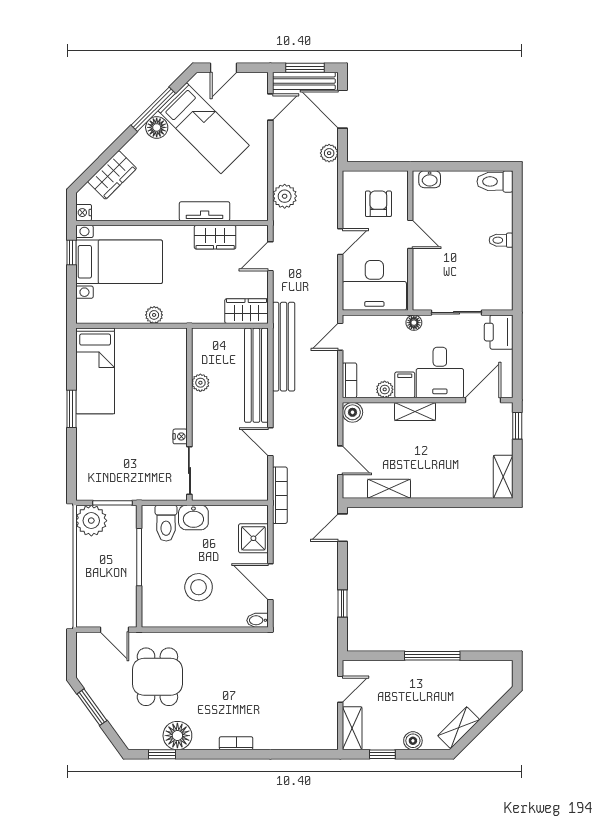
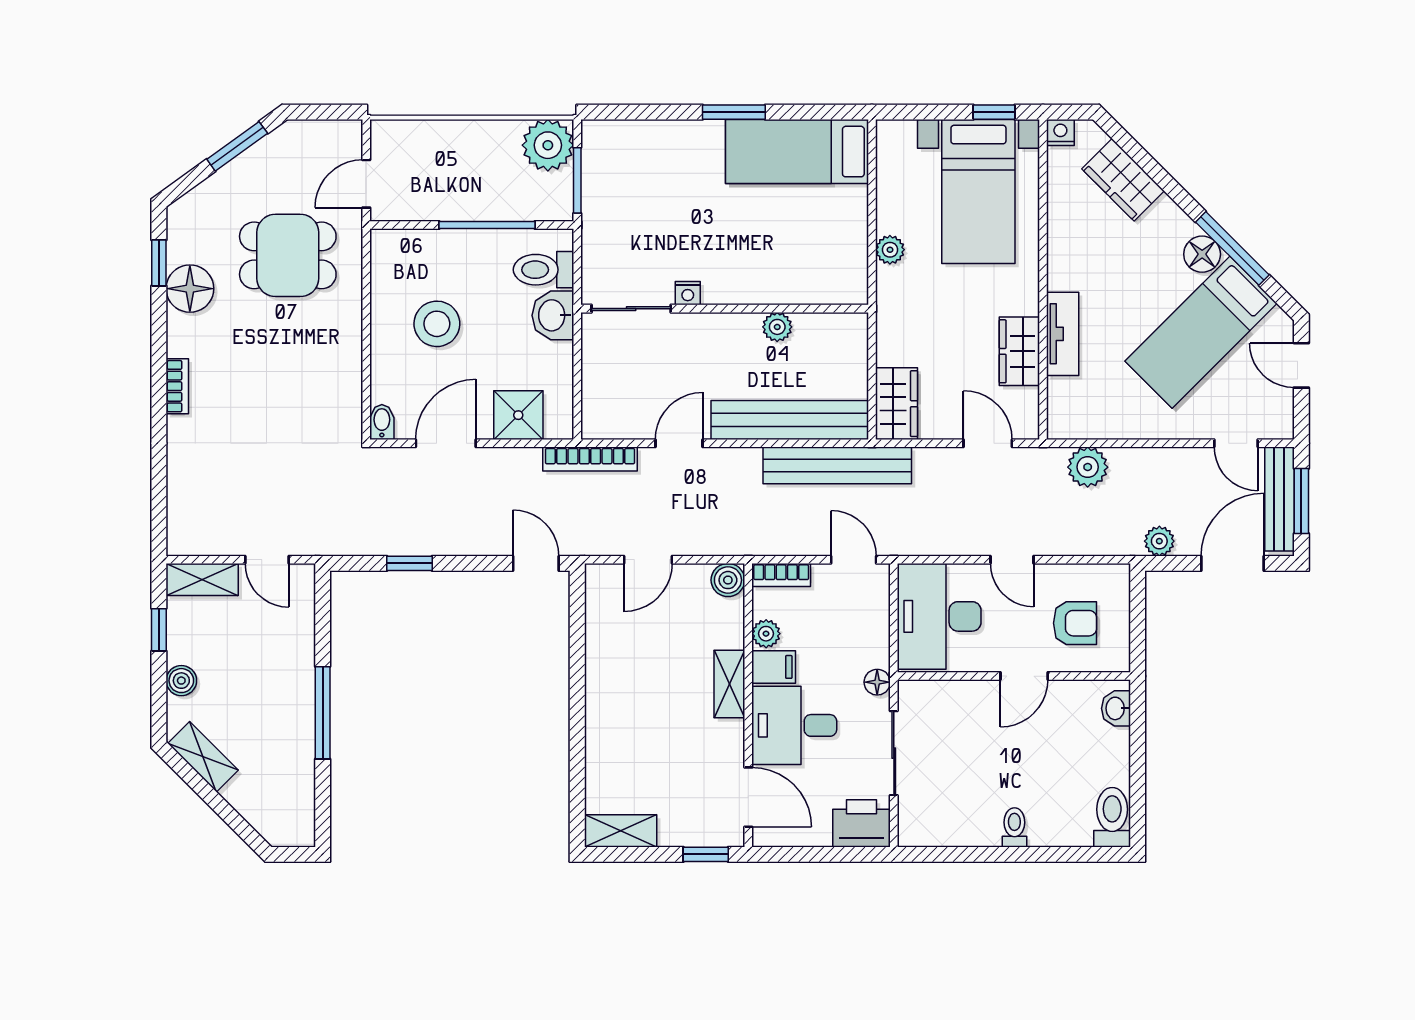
shelving: (389, 489) -> (601, 641), removed

